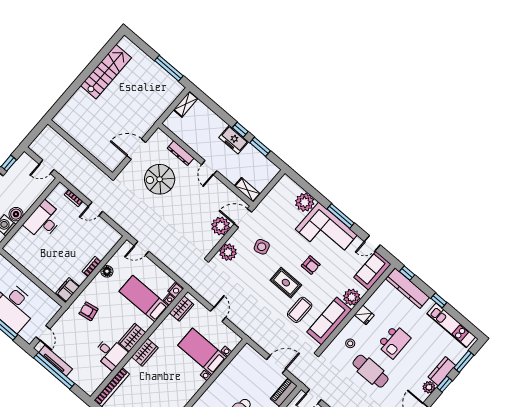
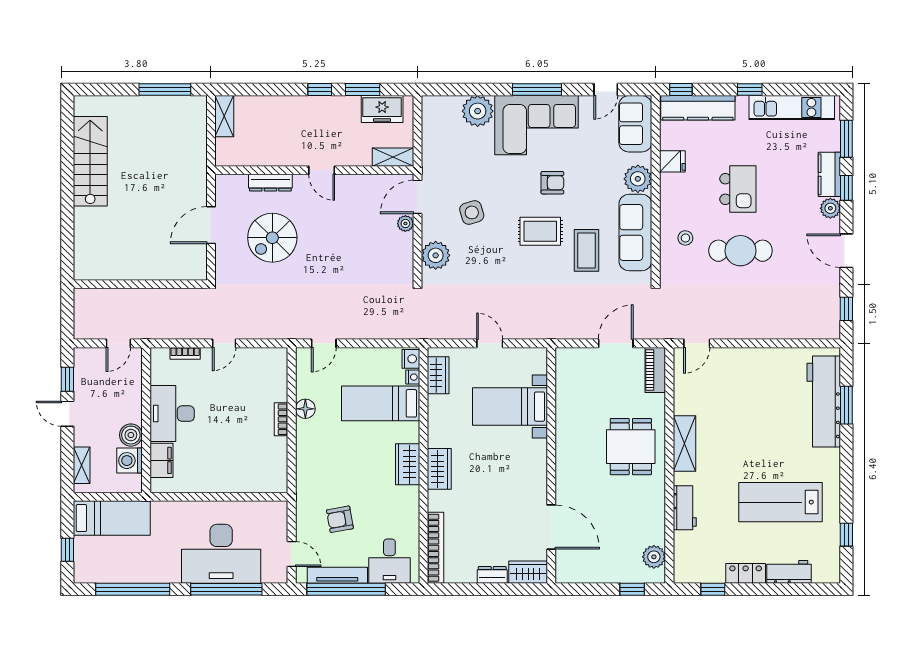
freezer: (234, 140) -> (382, 109), moved
plant: (221, 226) -> (405, 223), width x0.53, depth x0.53
filing cabinet: (68, 290) -> (161, 460), moved, turned 180
armchair: (88, 311) -> (340, 519), moved
fridge: (364, 315) -> (672, 161), moved
desk: (110, 353) -> (389, 561), moved, turned 90

